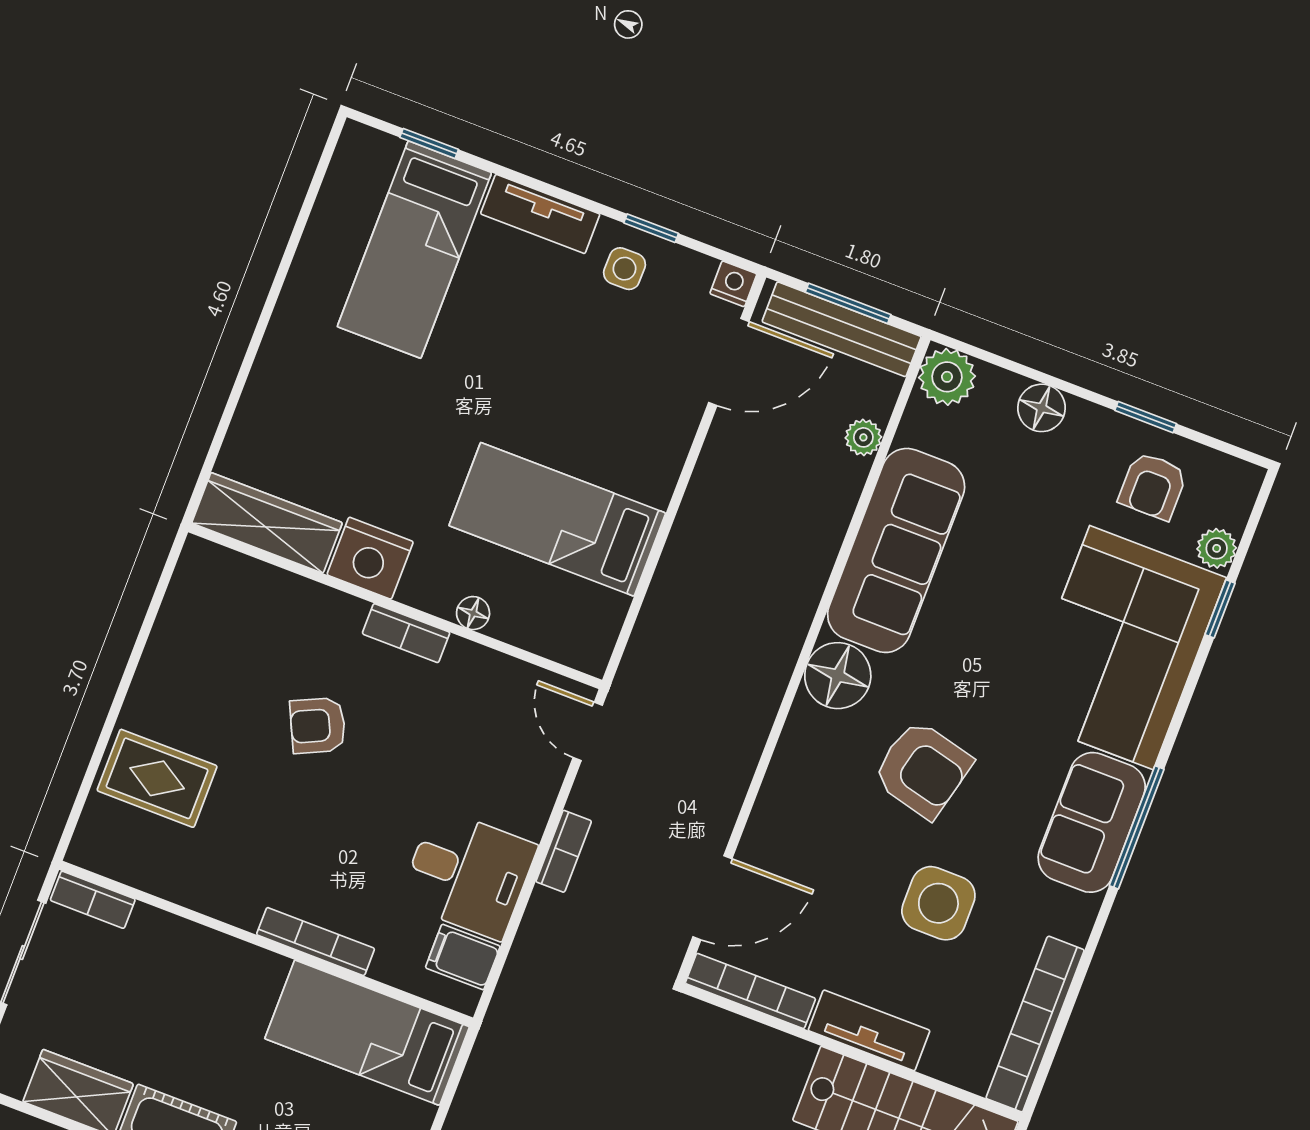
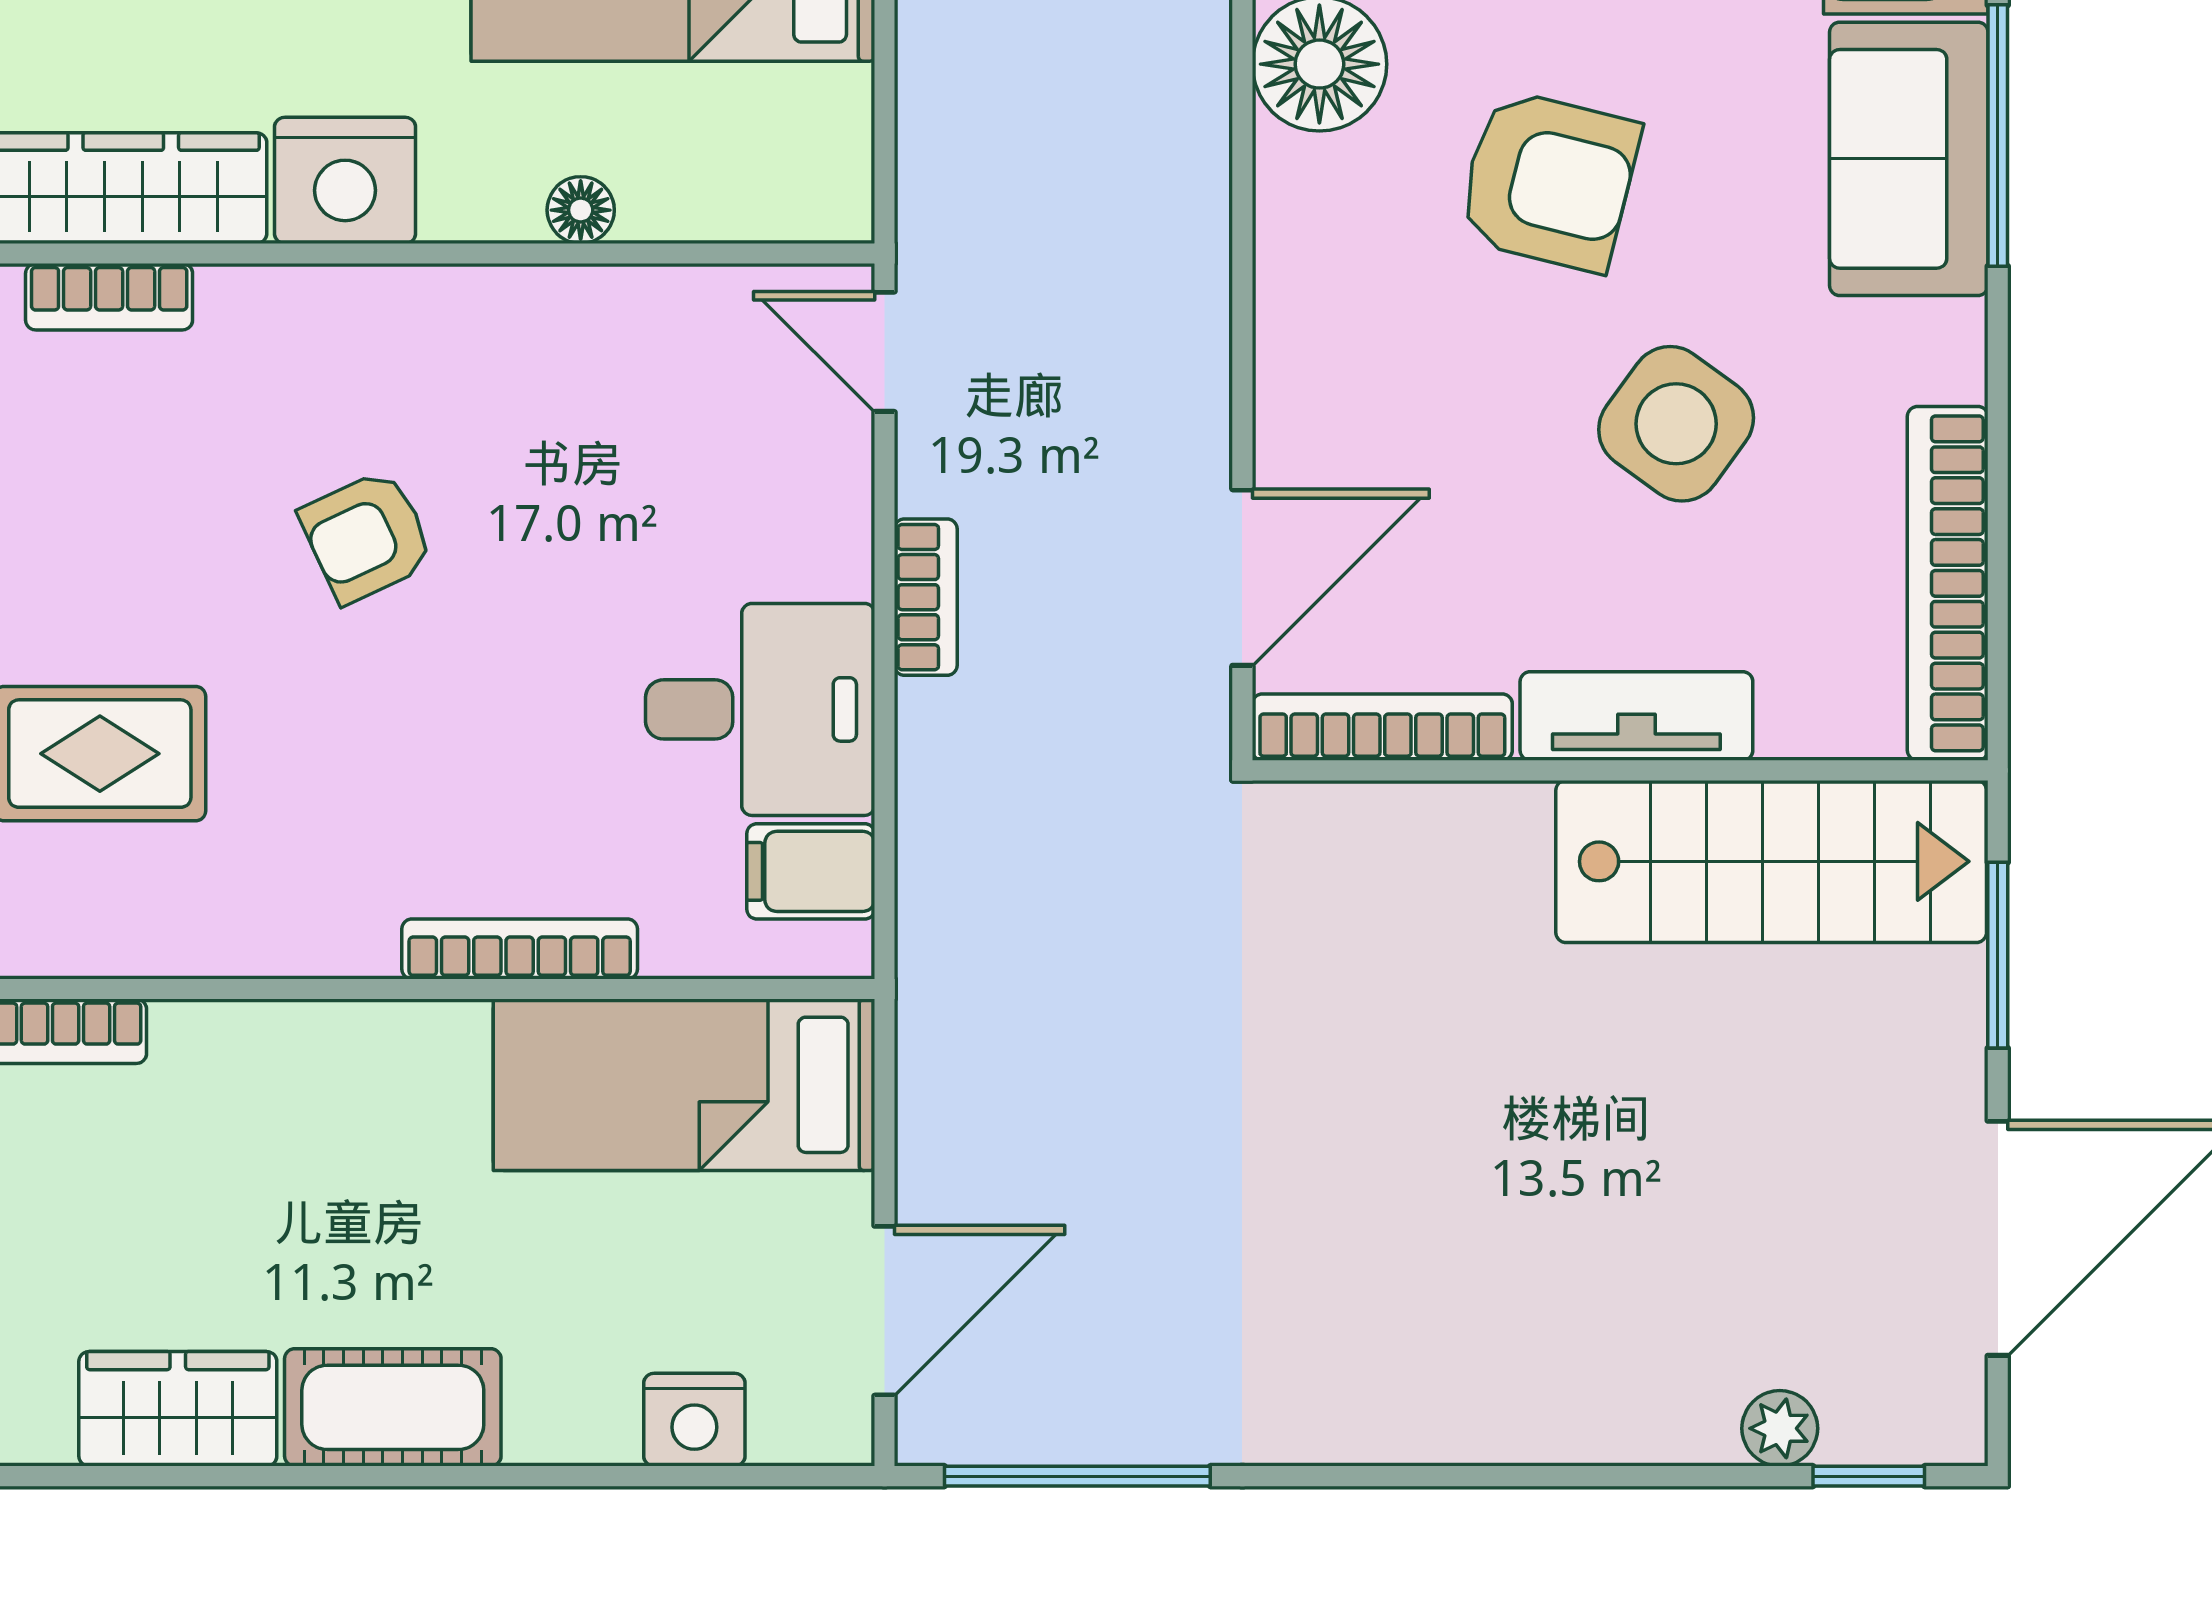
bookcase: (406, 633) -> (109, 297), moved
side table: (938, 903) -> (1676, 424), turned 36

